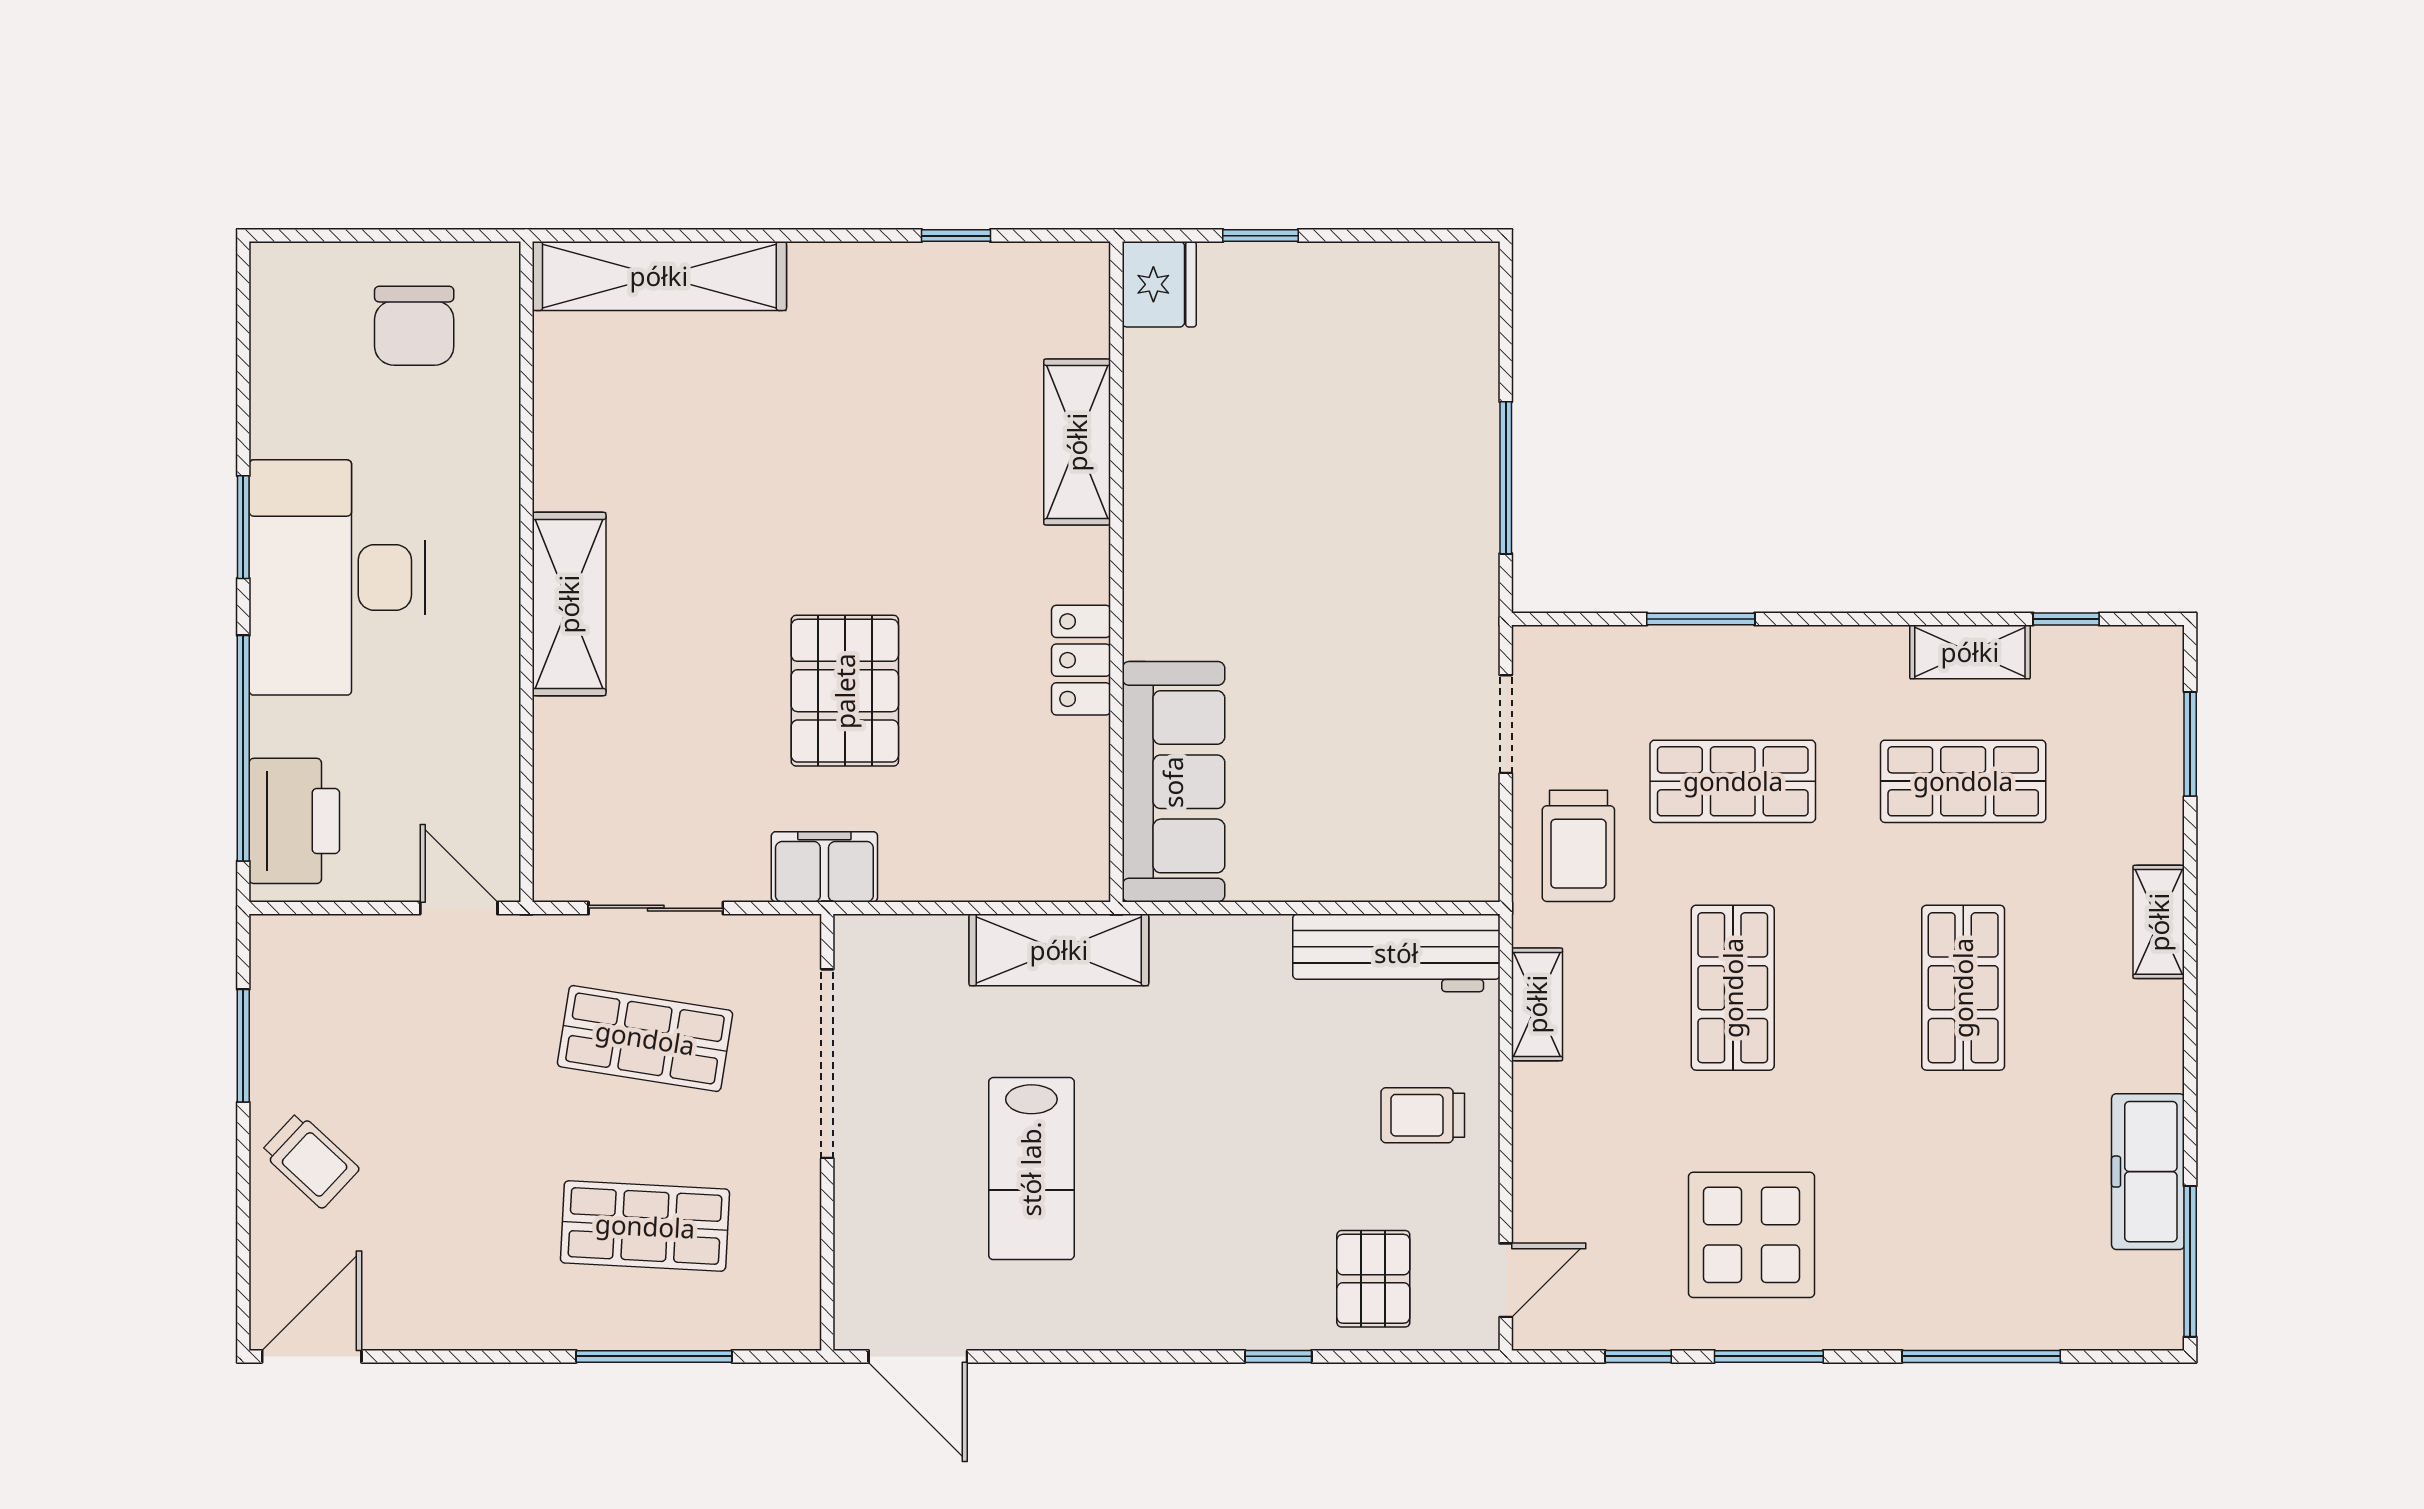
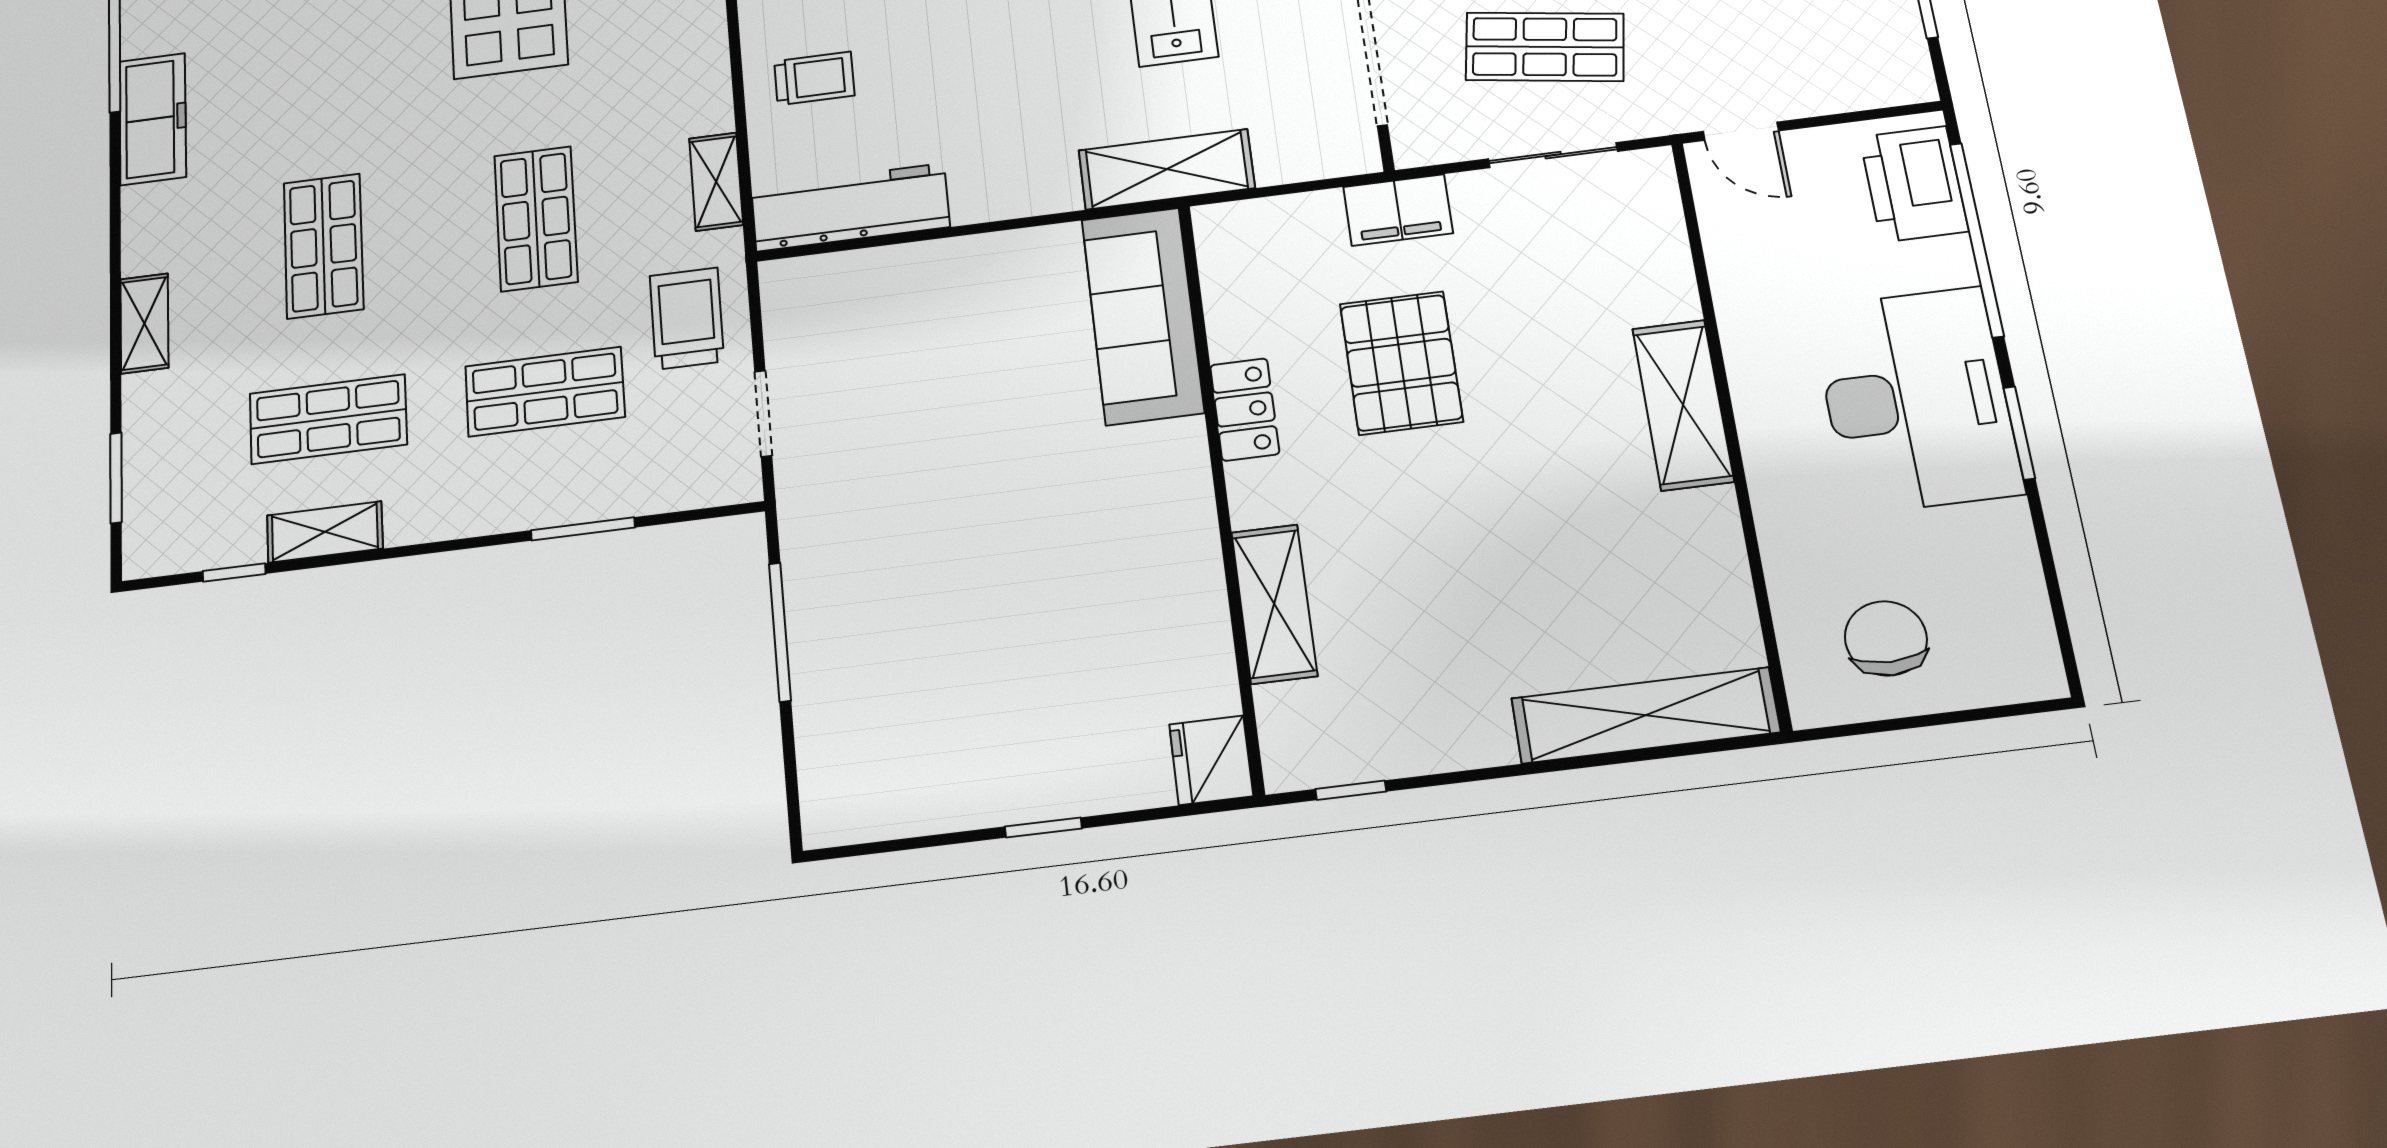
fridge: (1159, 284) -> (1211, 760), moved
shelving: (1077, 442) -> (1274, 604), moved
wall: (1116, 572) -> (1221, 492), moved
locker: (1081, 660) -> (1245, 409), moved
sofa: (1173, 782) -> (1143, 316), moved

